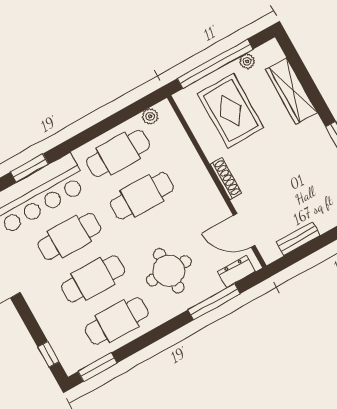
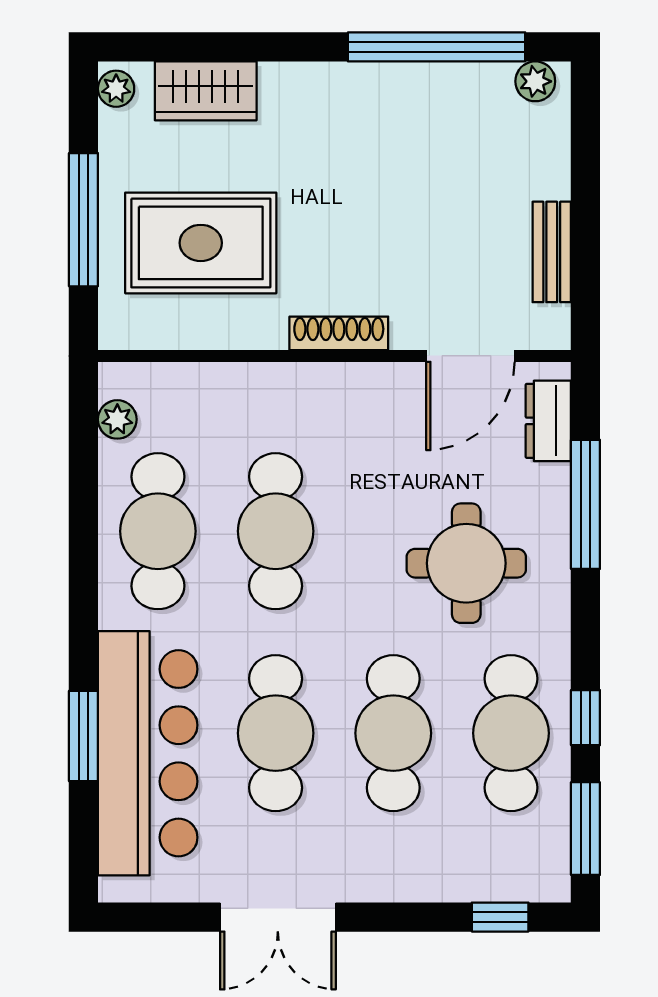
plant: (247, 61) -> (116, 89), moved
window: (215, 64) -> (83, 220), width x0.68
wardrobe: (291, 91) -> (206, 91), width x0.67
window: (137, 345) -> (585, 718), added

